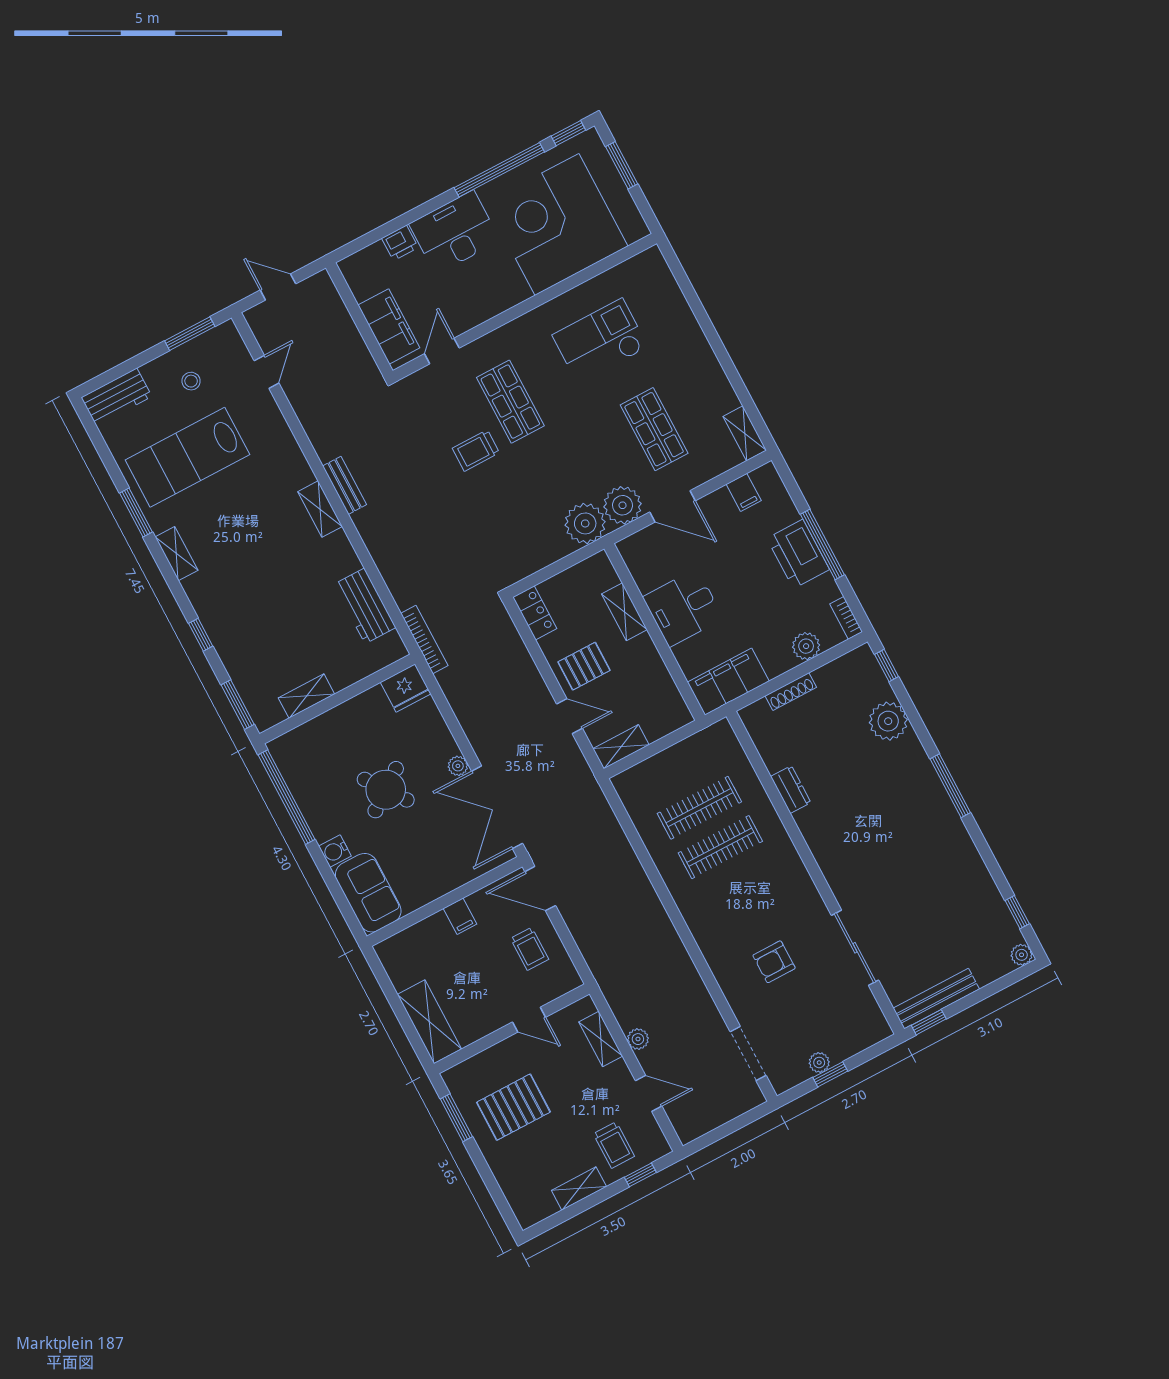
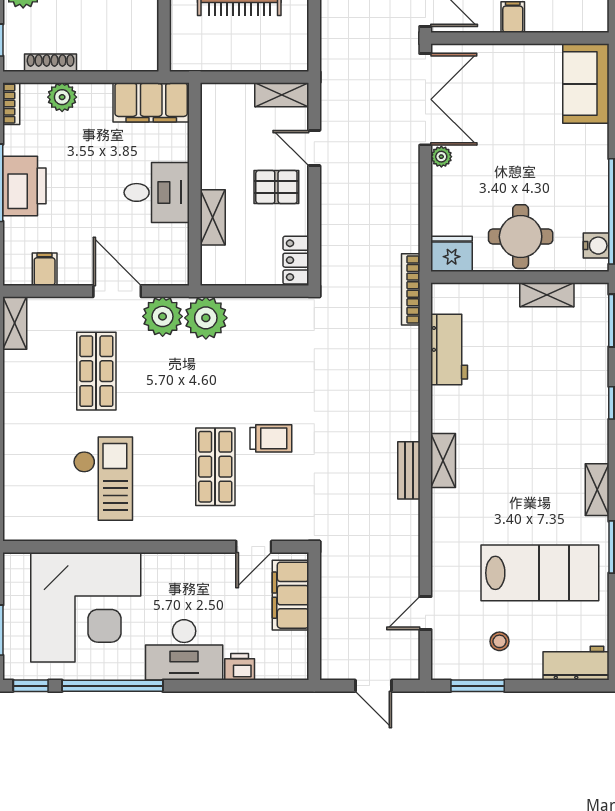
checkout: (600, 341) -> (103, 479), turned -90
shoe rack: (791, 692) -> (51, 63), moved
round table: (386, 790) -> (521, 237), moved, turned 36
water cooler: (335, 851) -> (596, 246), moved

